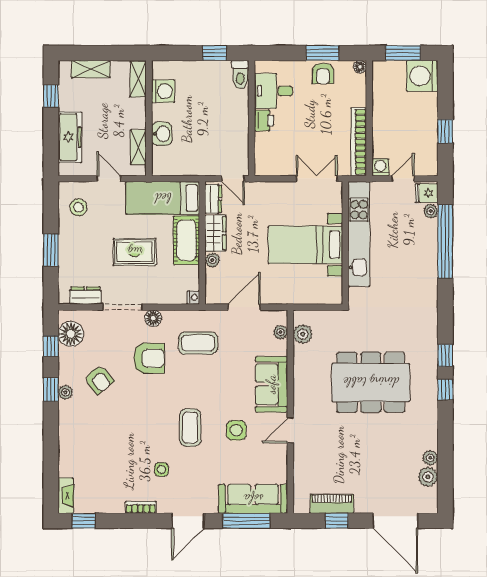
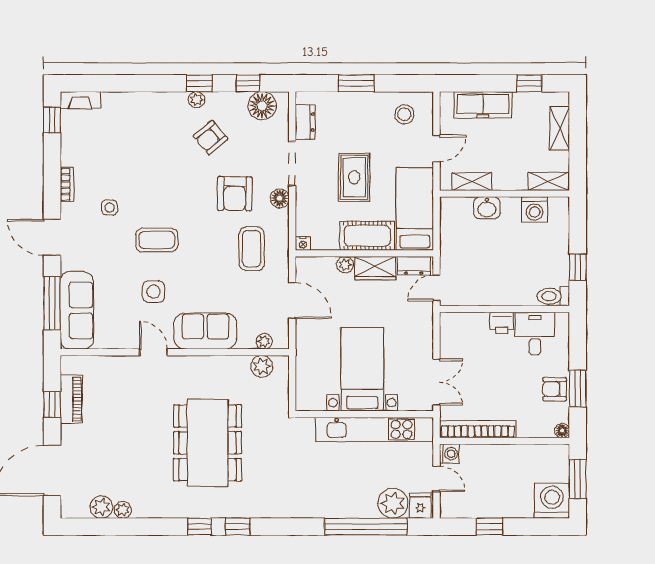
plant: (431, 211) -> (393, 503), width x1.87, depth x1.87

